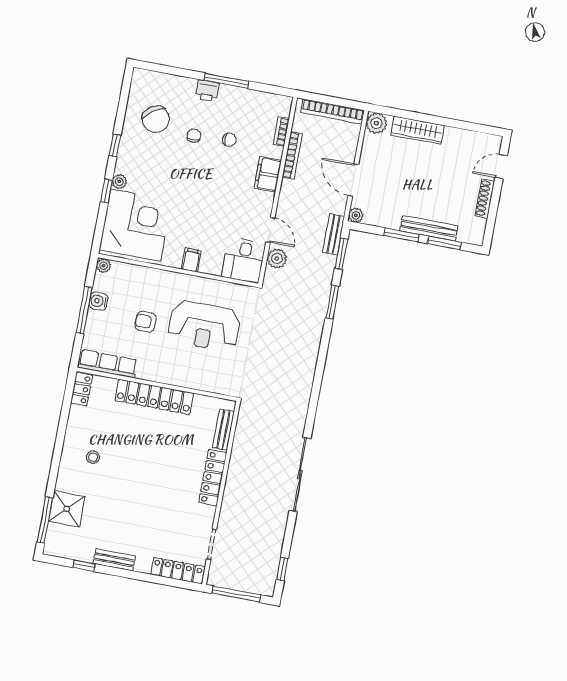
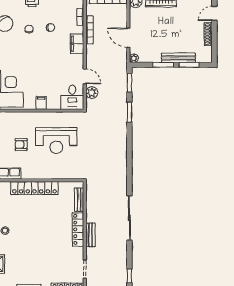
bench: (334, 234) -> (90, 235), moved

